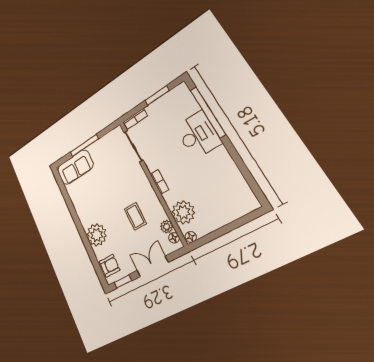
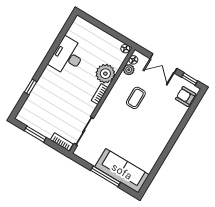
window: (208, 112) -> (31, 87), width x0.32
desk: (198, 135) -> (67, 56), moved
sofa: (75, 167) -> (122, 171), width x1.36
plant: (183, 212) -> (105, 74), moved
plant: (97, 235) -> (170, 121), removed

